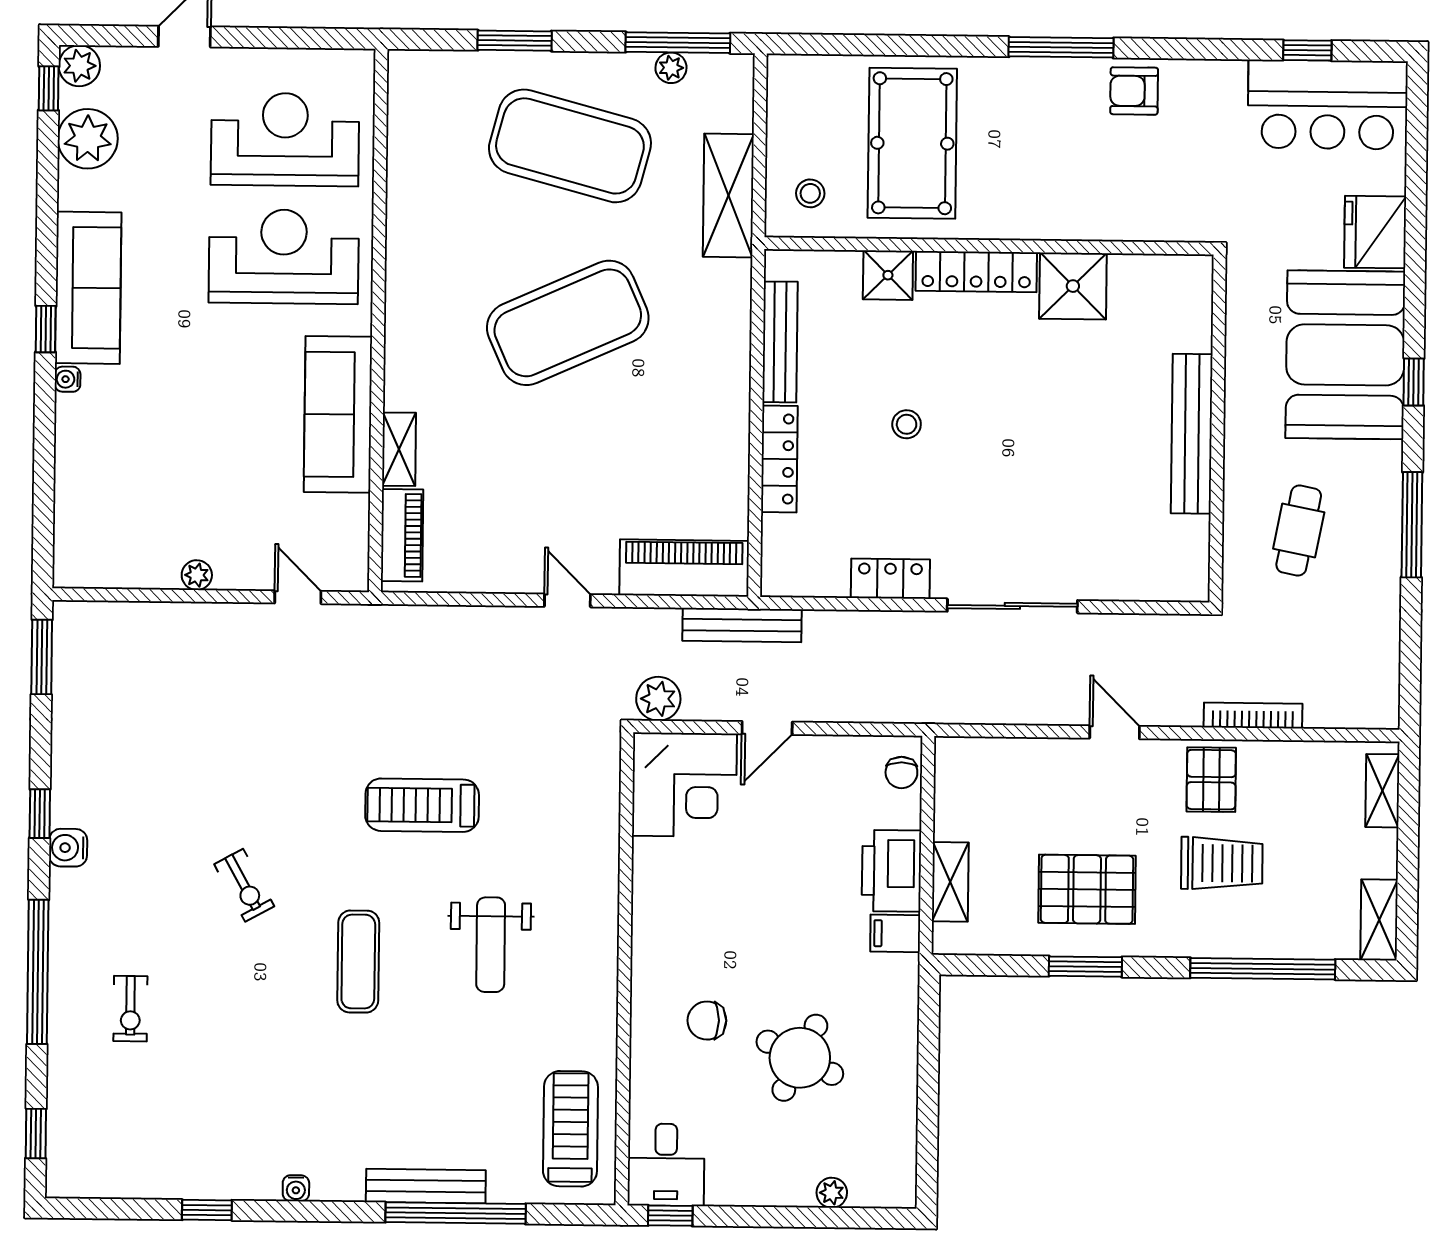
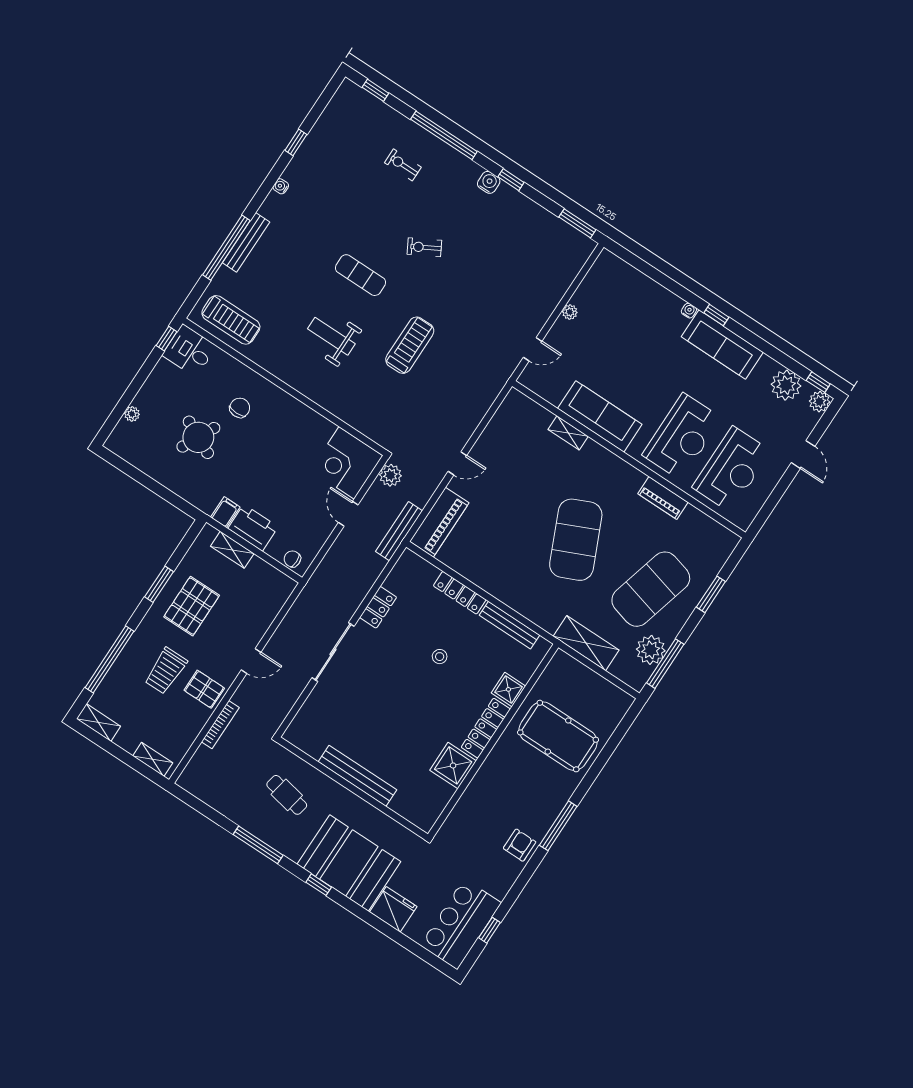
plant: (671, 68) -> (651, 650), width x1.88, depth x1.88
stool: (810, 193) -> (565, 679), removed
piano: (402, 535) -> (663, 498), moved

